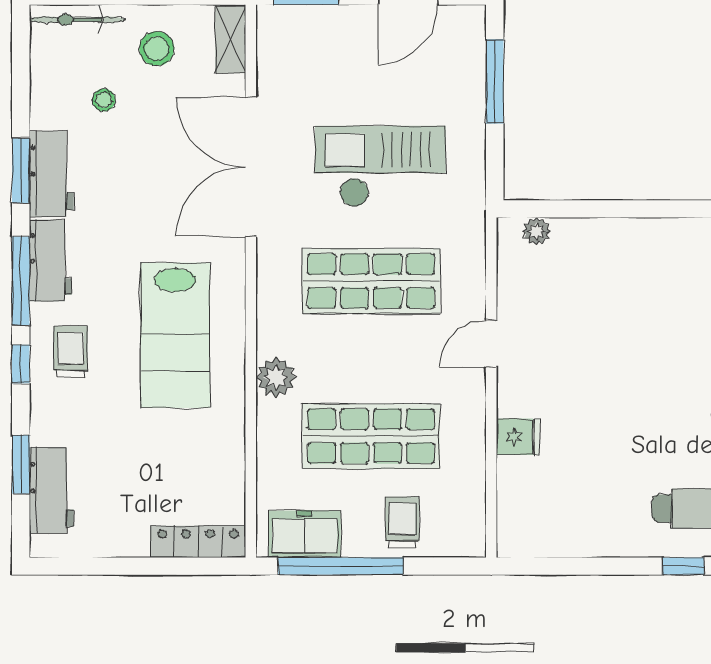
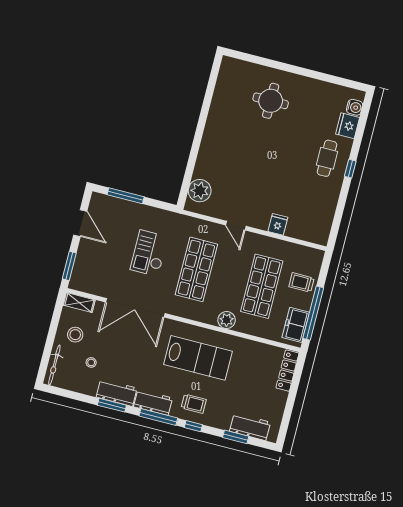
checkout: (380, 166) -> (149, 253), width x0.73, depth x0.83
plant: (536, 231) -> (200, 191), width x1.88, depth x1.88
trolley: (71, 352) -> (194, 404), turned 180

